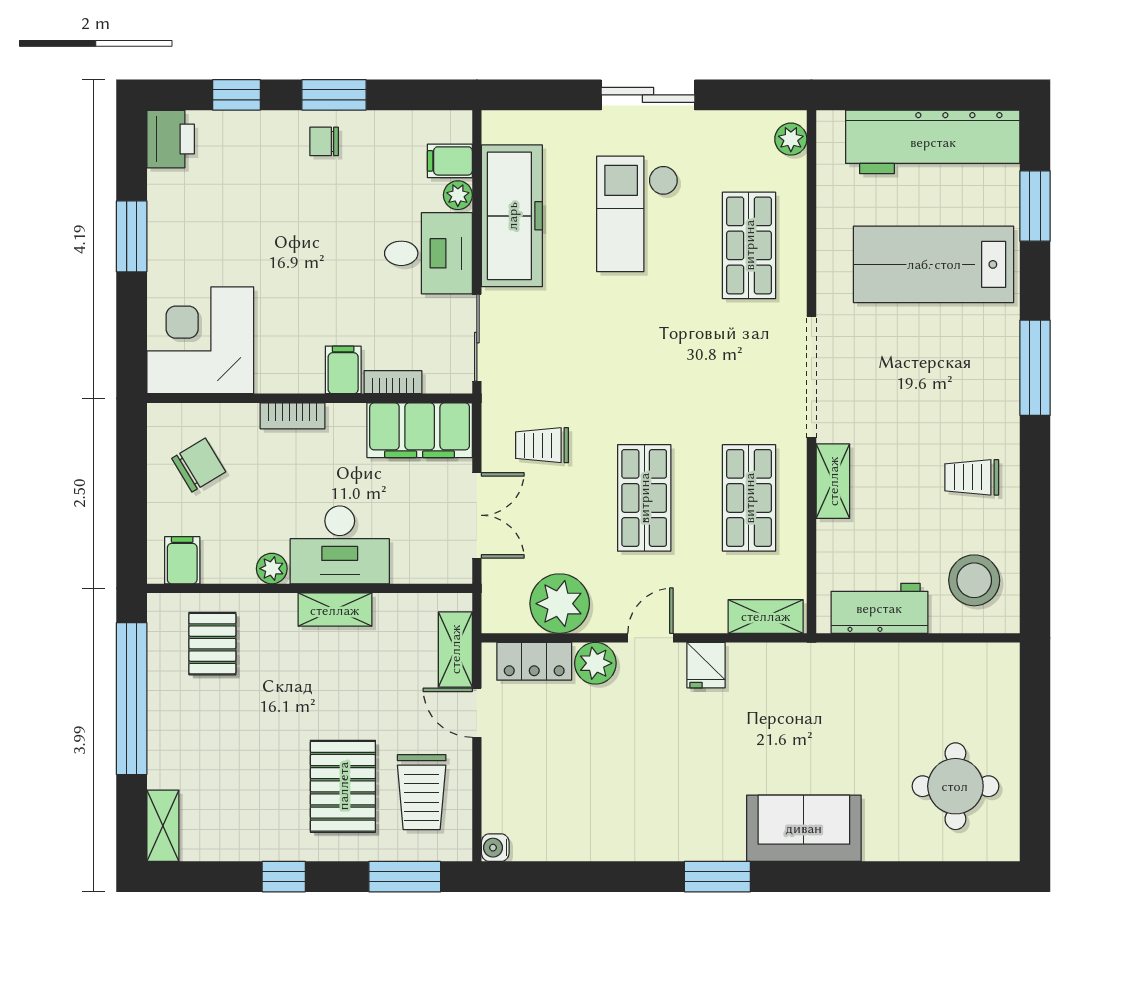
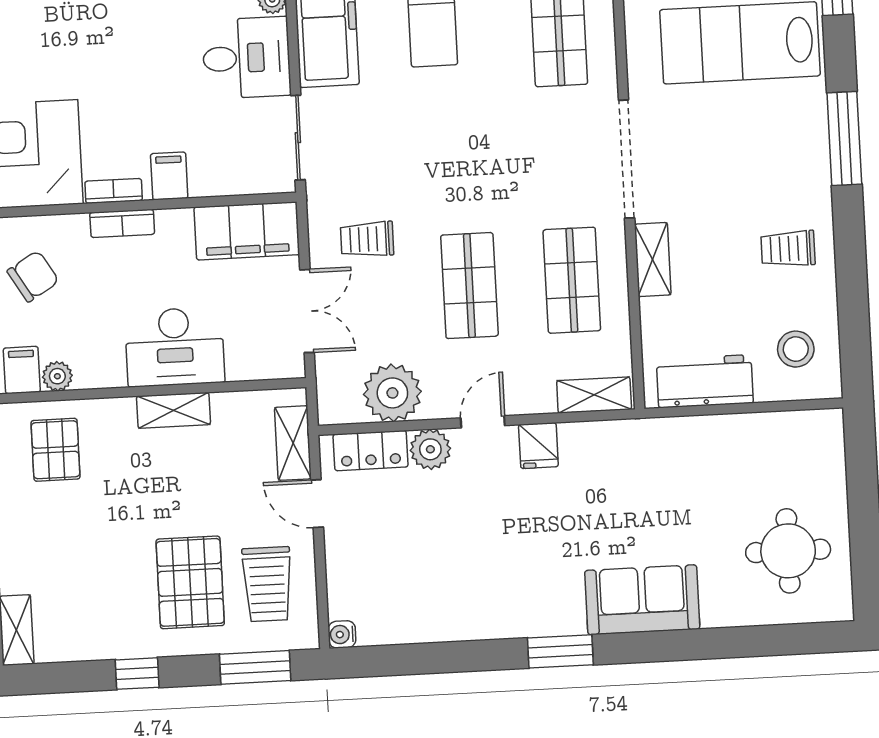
bookcase: (393, 382) -> (114, 191), moved
plant: (272, 569) -> (57, 376), moved
stool: (974, 580) -> (796, 349), width x0.73, depth x0.73

